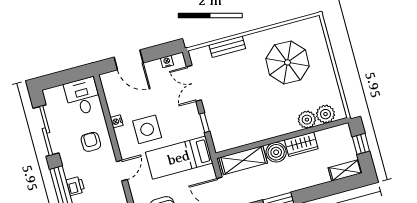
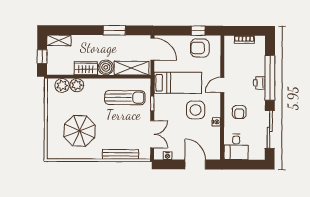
bench: (227, 47) -> (120, 154), width x1.36
sun lounger: (241, 120) -> (125, 98), added

